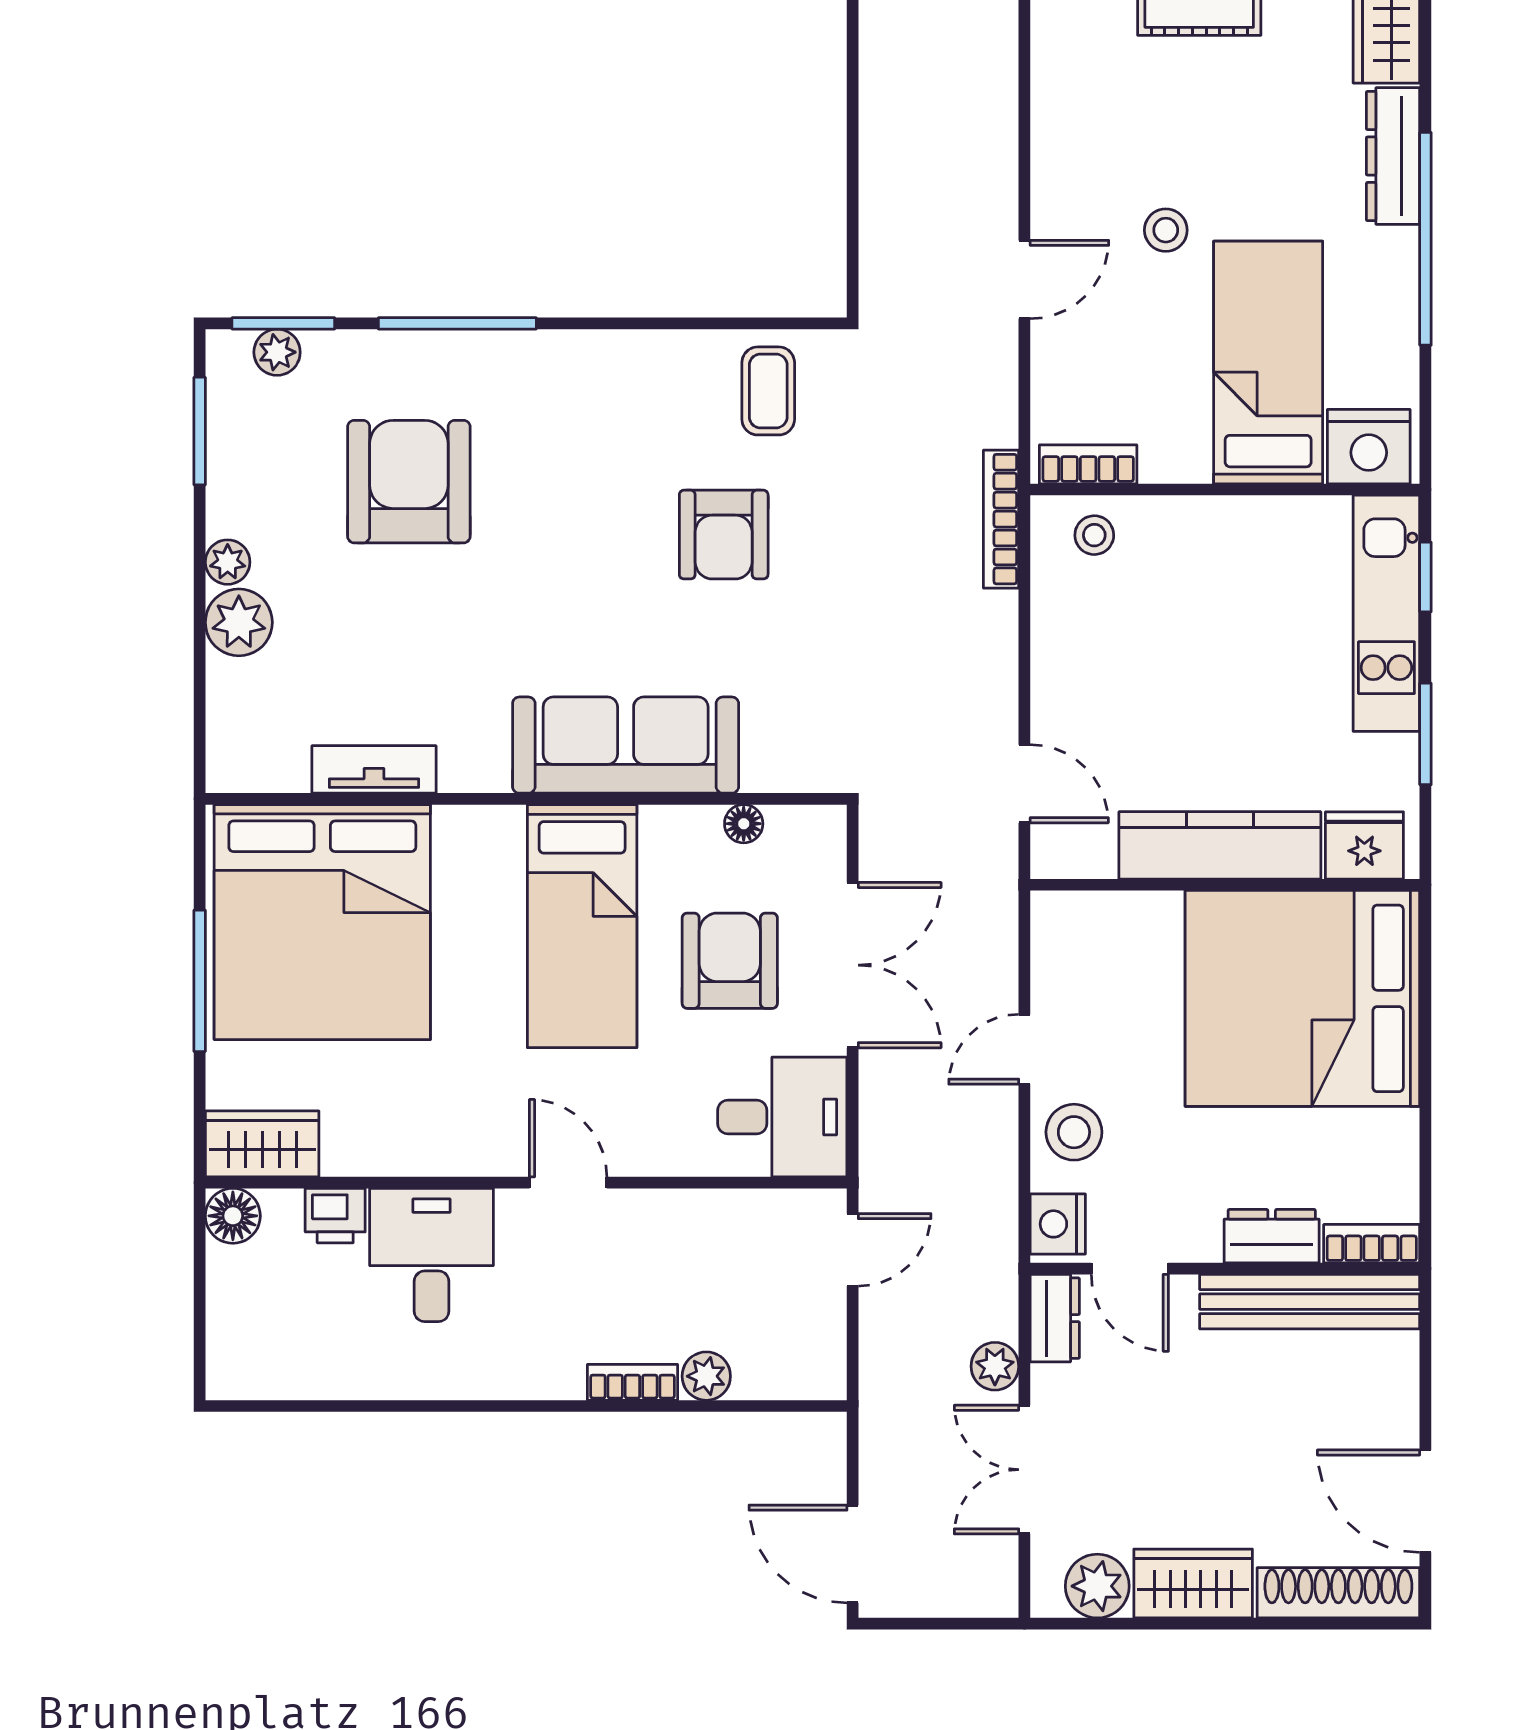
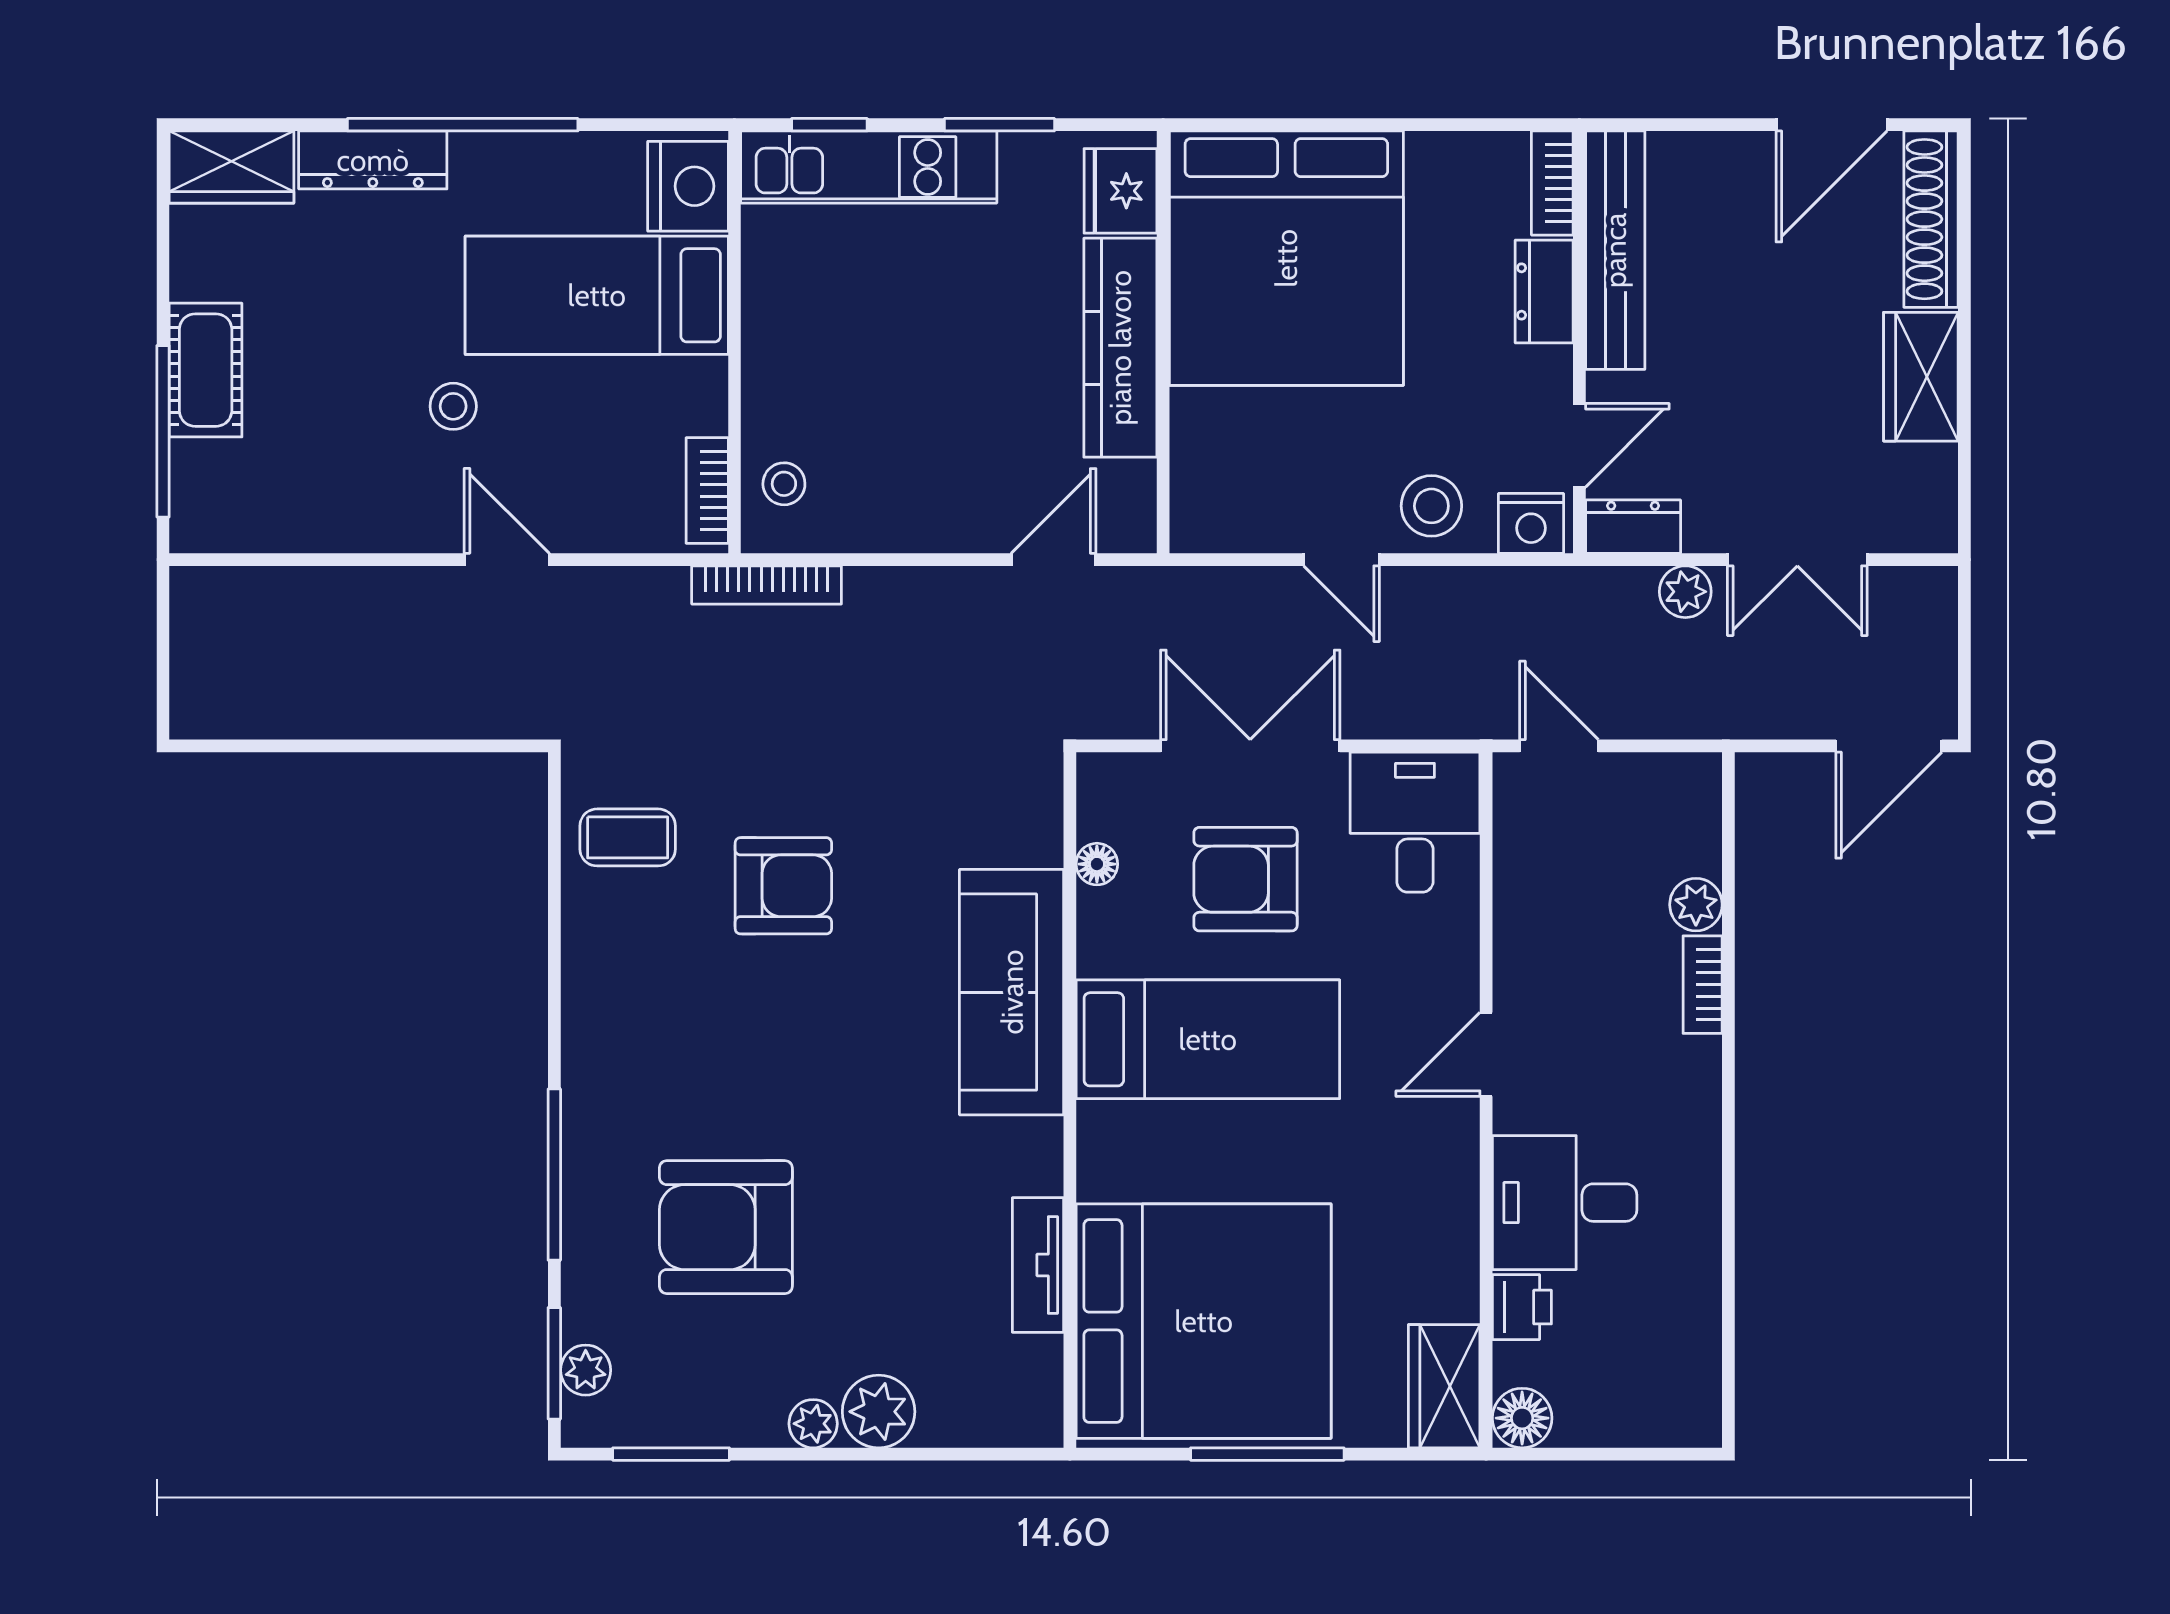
plant: (1097, 1586) -> (1924, 481), removed

